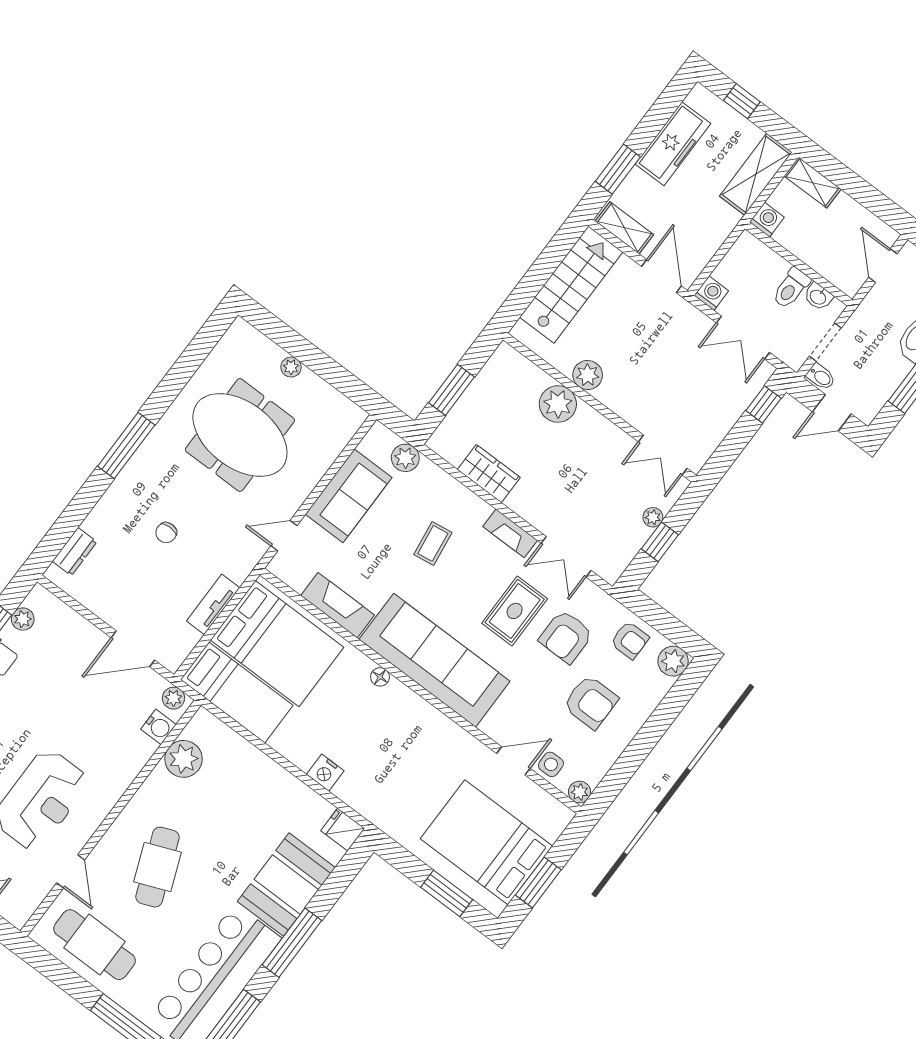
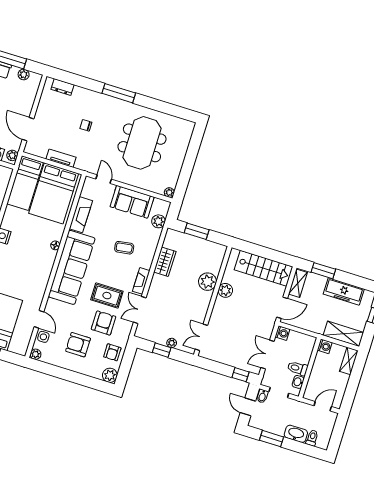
plant: (291, 367) -> (169, 193), moved
armchair: (566, 637) -> (104, 323), turned 90
armchair: (591, 702) -> (78, 345), turned 90

